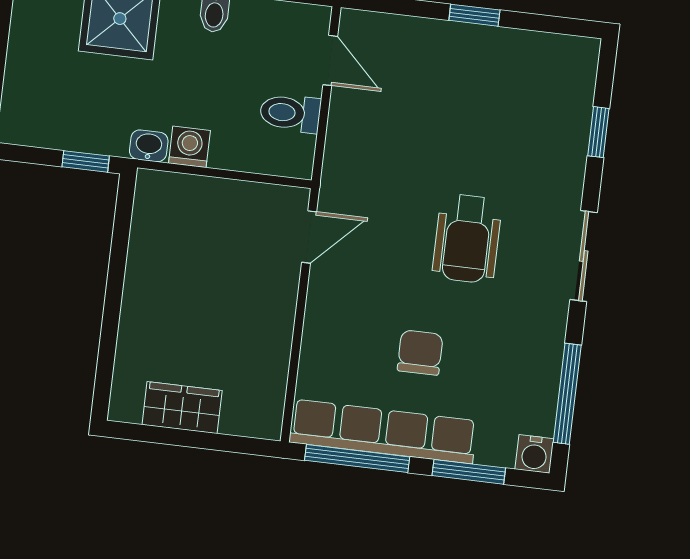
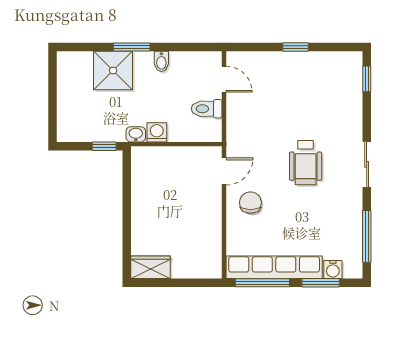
window: (598, 132) -> (367, 79), moved
chair: (420, 353) -> (250, 203), moved
wardrobe: (182, 408) -> (151, 267), moved
water cooler: (534, 454) -> (333, 269), moved

